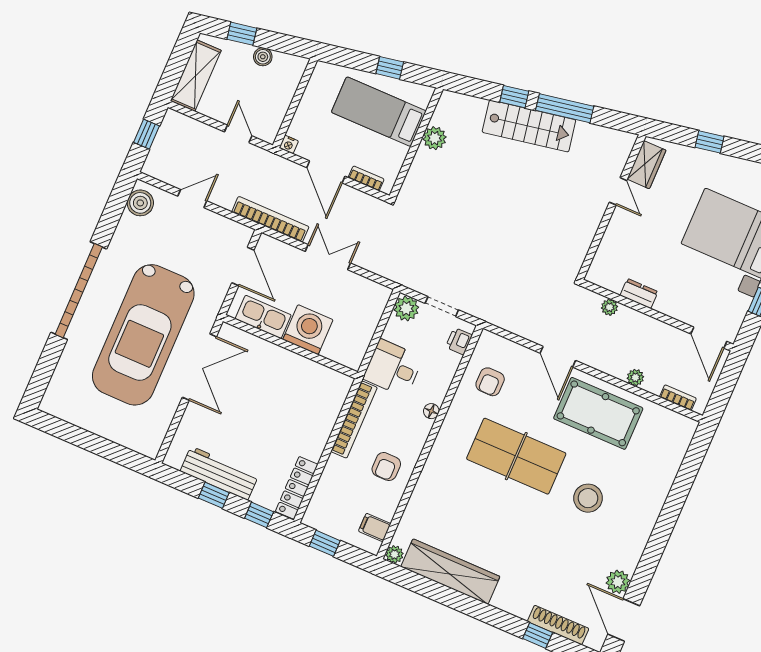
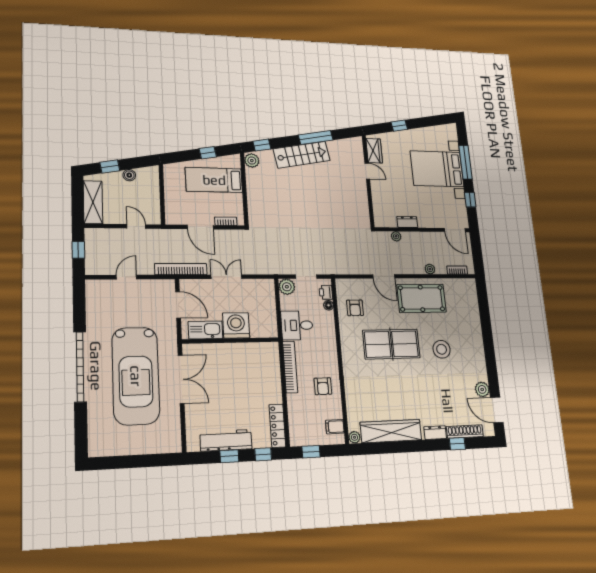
window: (514, 97) -> (262, 145), moved
plant: (435, 138) -> (252, 161), moved
nightstand: (289, 144) -> (170, 220), removed
boiler: (140, 203) -> (94, 294), removed
floor lamp: (431, 411) -> (329, 305), moved
dresser: (514, 605) -> (435, 433), added

